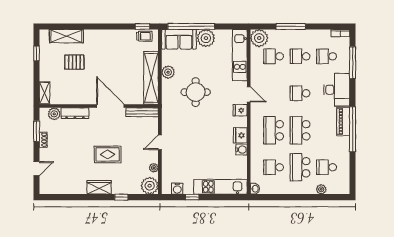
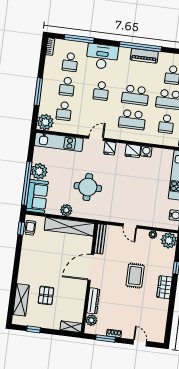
piano: (343, 121) -> (144, 56), moved

